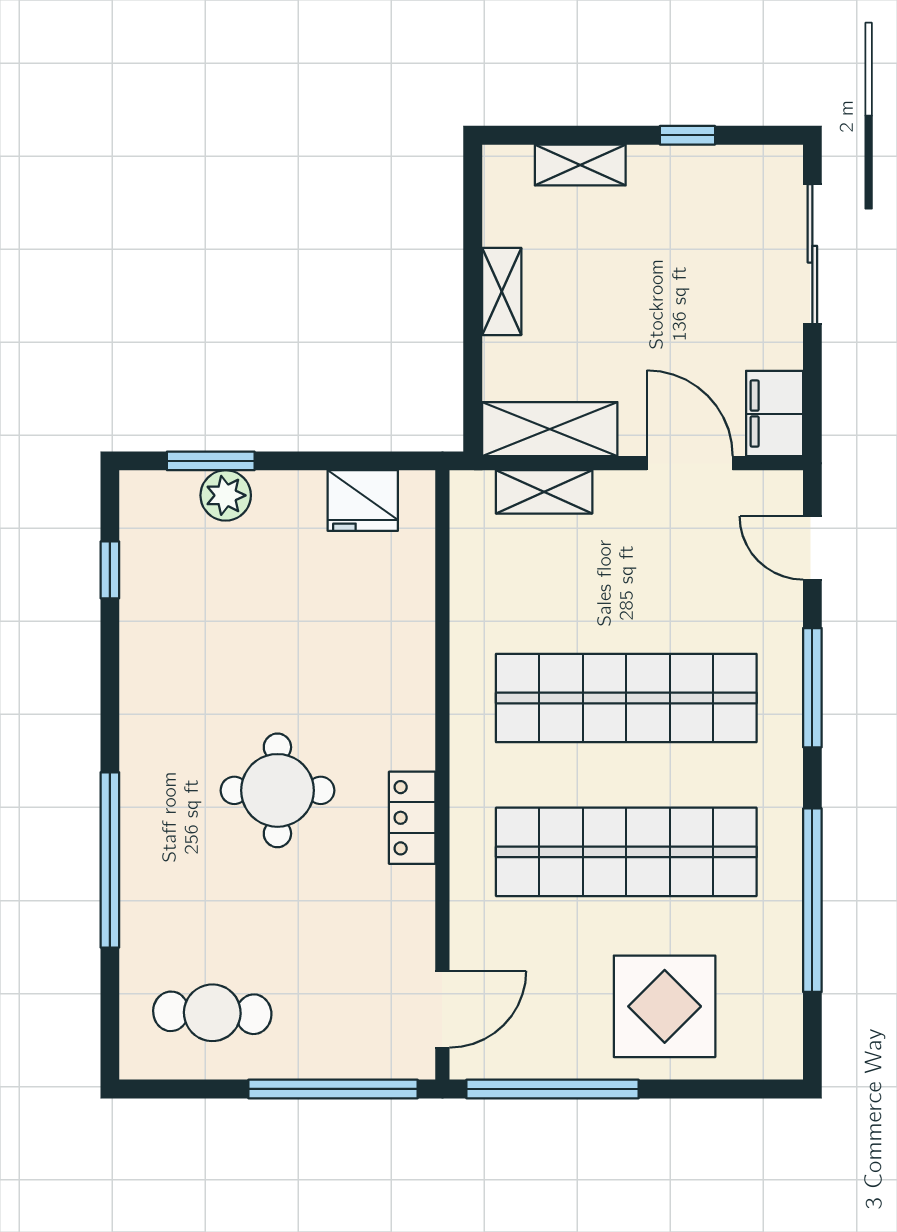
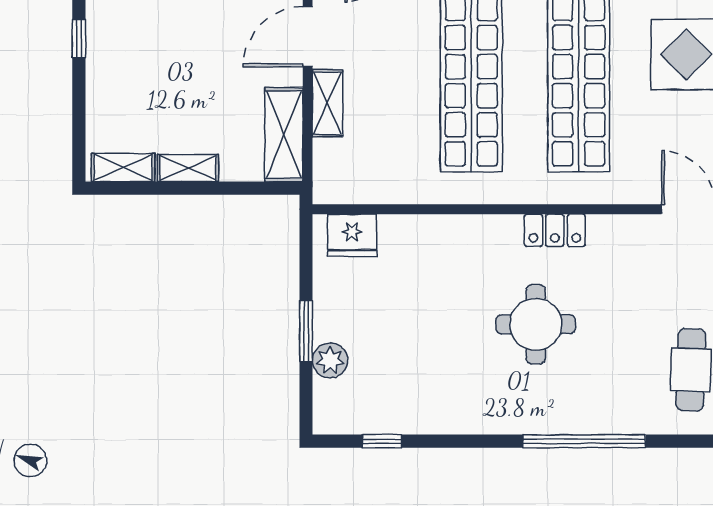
shelving: (580, 165) -> (123, 167), moved, turned 90
window: (211, 461) -> (306, 331), moved
shelving: (544, 492) -> (328, 103), moved
fridge: (363, 501) -> (352, 235), moved, turned 90

